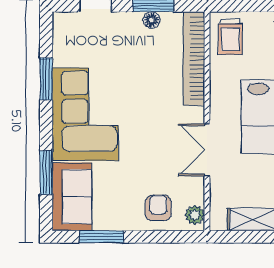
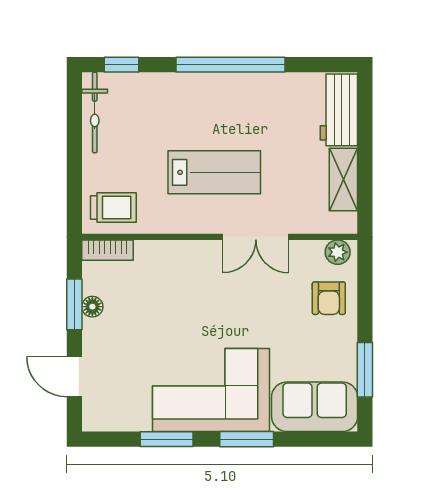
bookcase: (194, 59) -> (108, 250), width x0.43, depth x0.76
window: (46, 173) -> (247, 439), moved
armchair: (158, 208) -> (329, 298), turned -90

